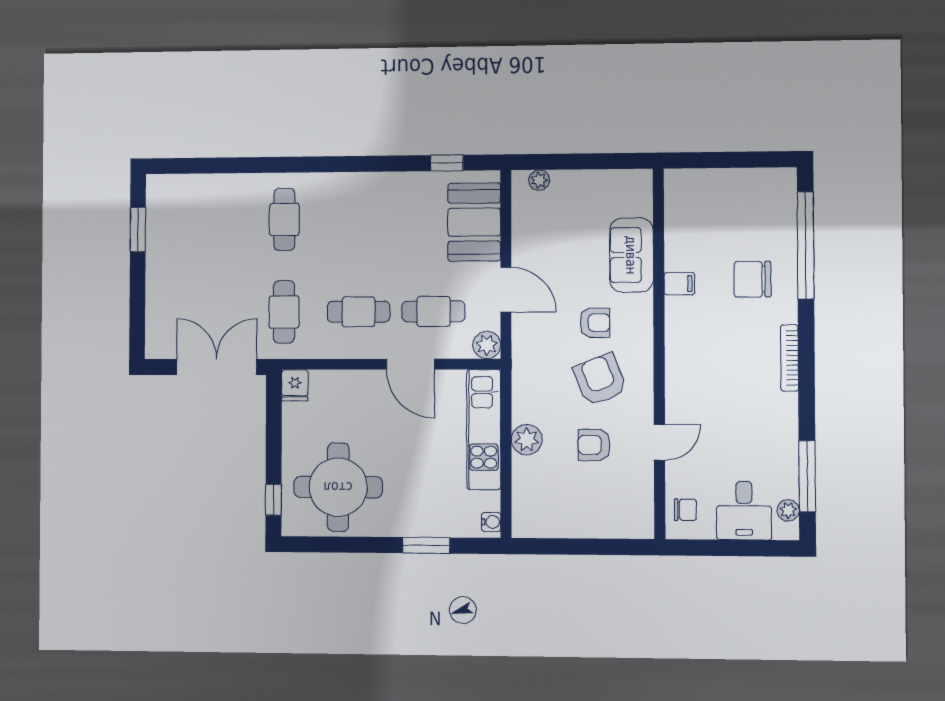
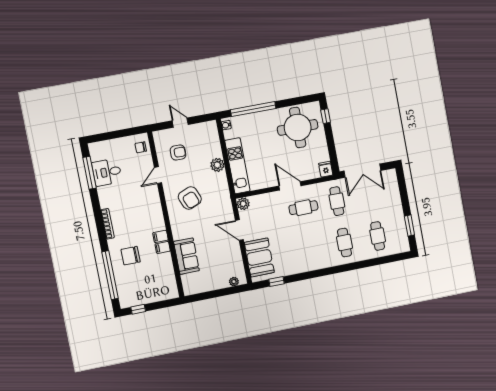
window: (759, 159) -> (138, 309), added
chair: (753, 279) -> (131, 256), turned 180
filing cabinet: (680, 309) -> (160, 236), added
cafe table: (434, 311) -> (378, 236), moved, turned 90
armchair: (595, 323) -> (197, 223), removed
door: (410, 364) -> (290, 186), moved
armchair: (594, 445) -> (178, 153), moved
plant: (788, 510) -> (95, 156), removed
desk: (744, 511) -> (107, 172), moved, turned -90
window: (426, 545) -> (253, 109), width x2.11
door: (590, 547) -> (180, 123), added

